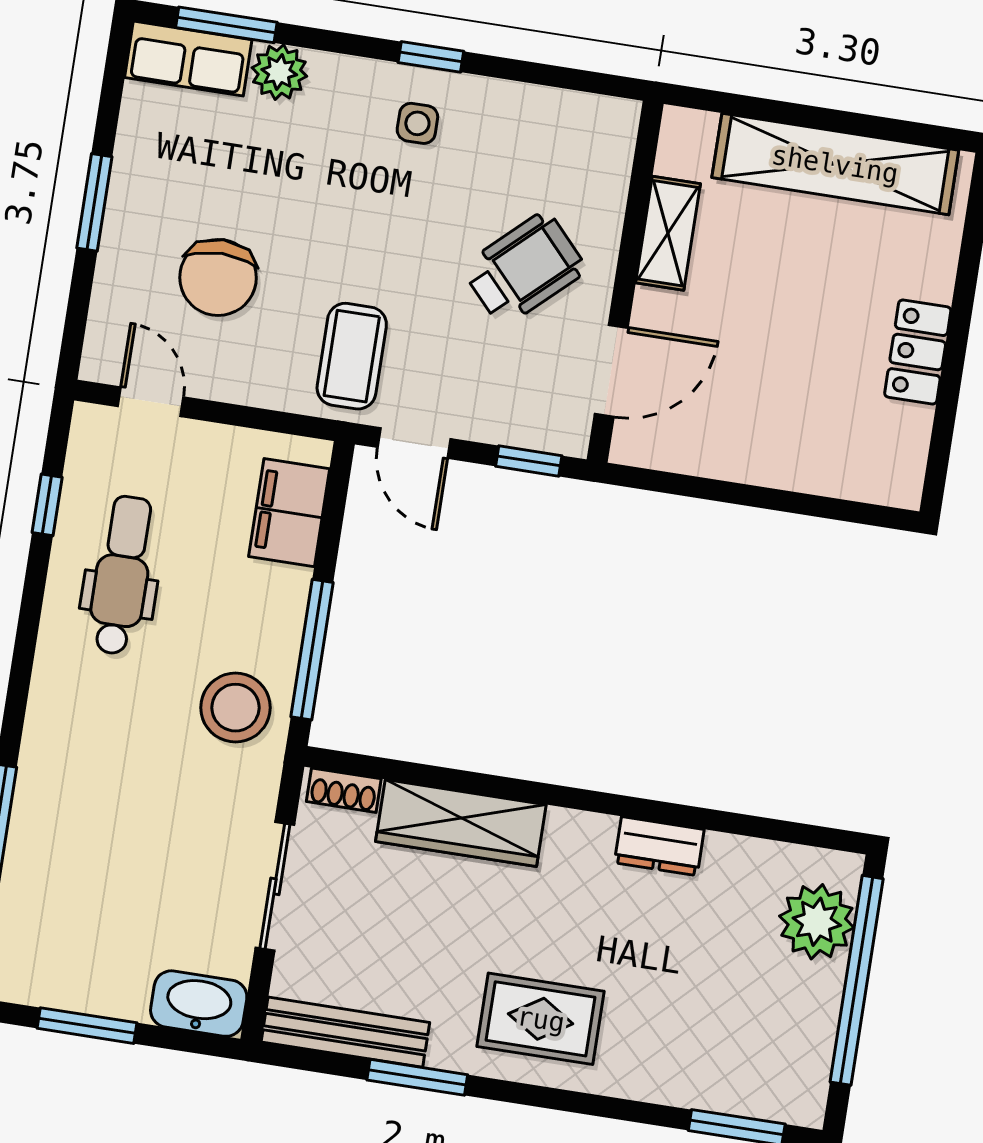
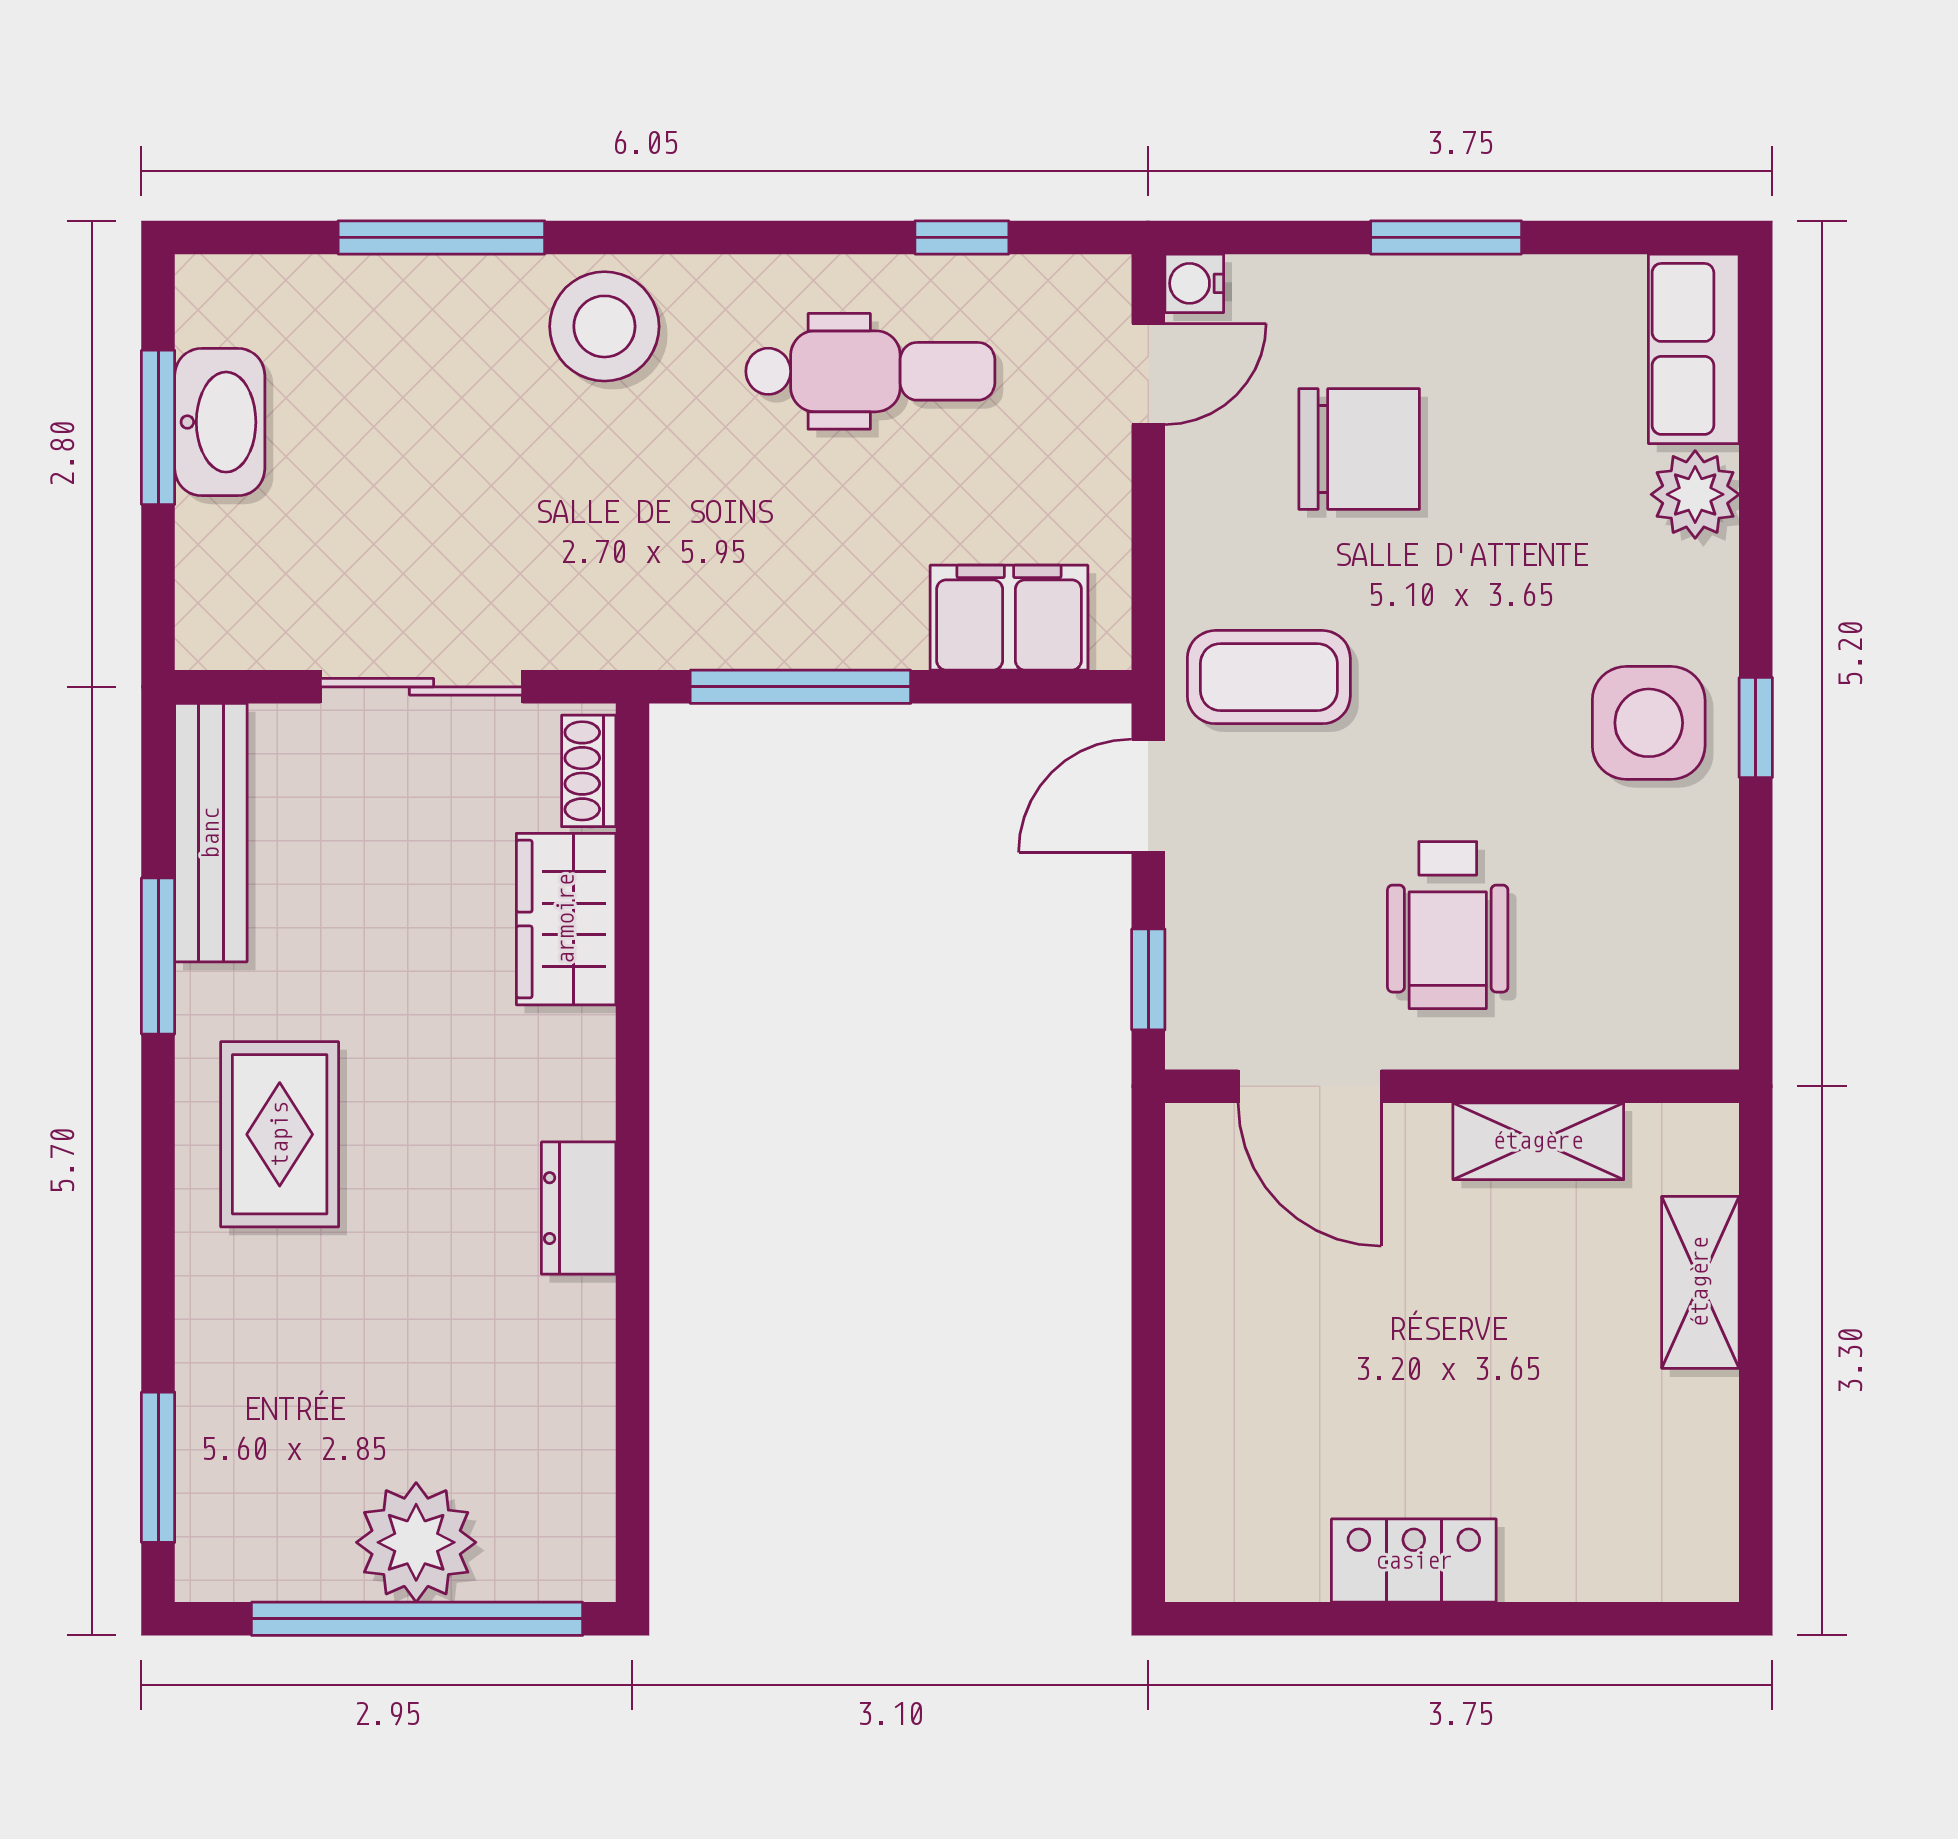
window: (226, 25) -> (1756, 400), removed
side table: (417, 123) -> (1649, 723), width x1.87, depth x1.87
shelving: (835, 164) -> (1700, 1282), width x0.45, depth x0.75
wheelchair: (524, 269) -> (1448, 925), turned 43
chair: (218, 277) -> (1359, 449), turned 180
water cooler: (98, 364) -> (1194, 283), added
stool: (235, 708) -> (604, 326), moved
wardrobe: (461, 823) -> (566, 919), width x0.67
dresser: (659, 846) -> (579, 1208), moved
plant: (817, 922) -> (416, 1542), moved
washbasin: (199, 1004) -> (220, 422), moved

